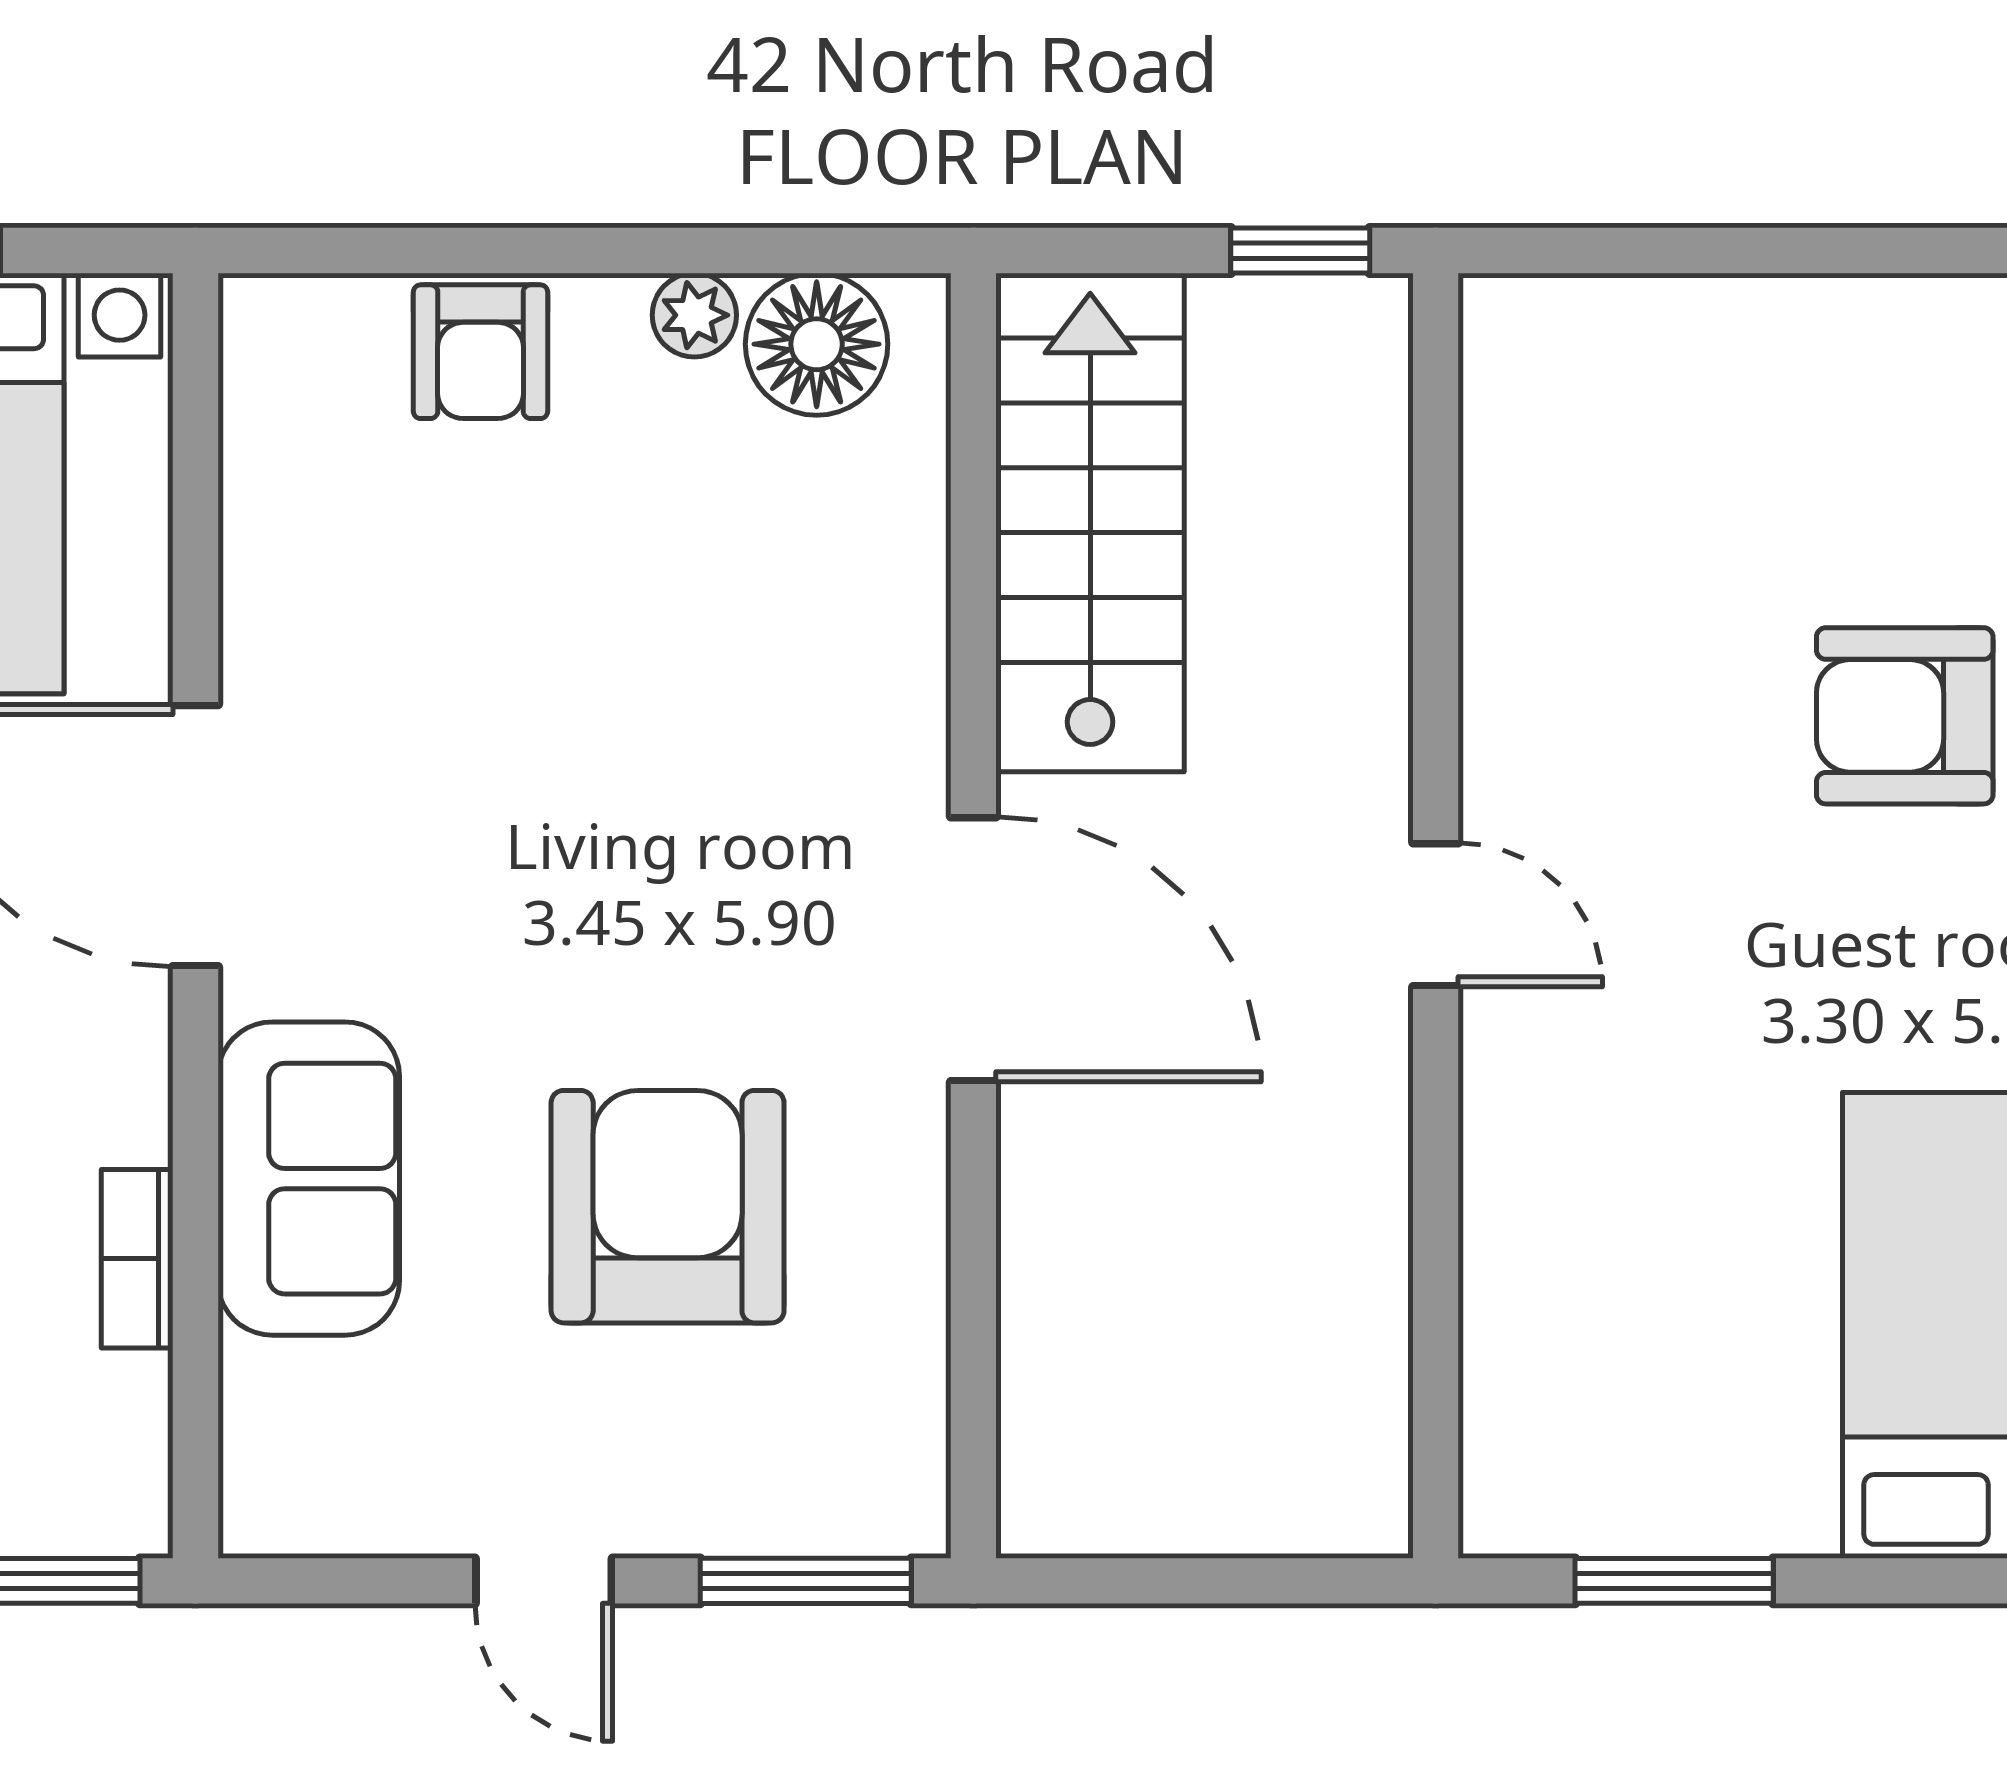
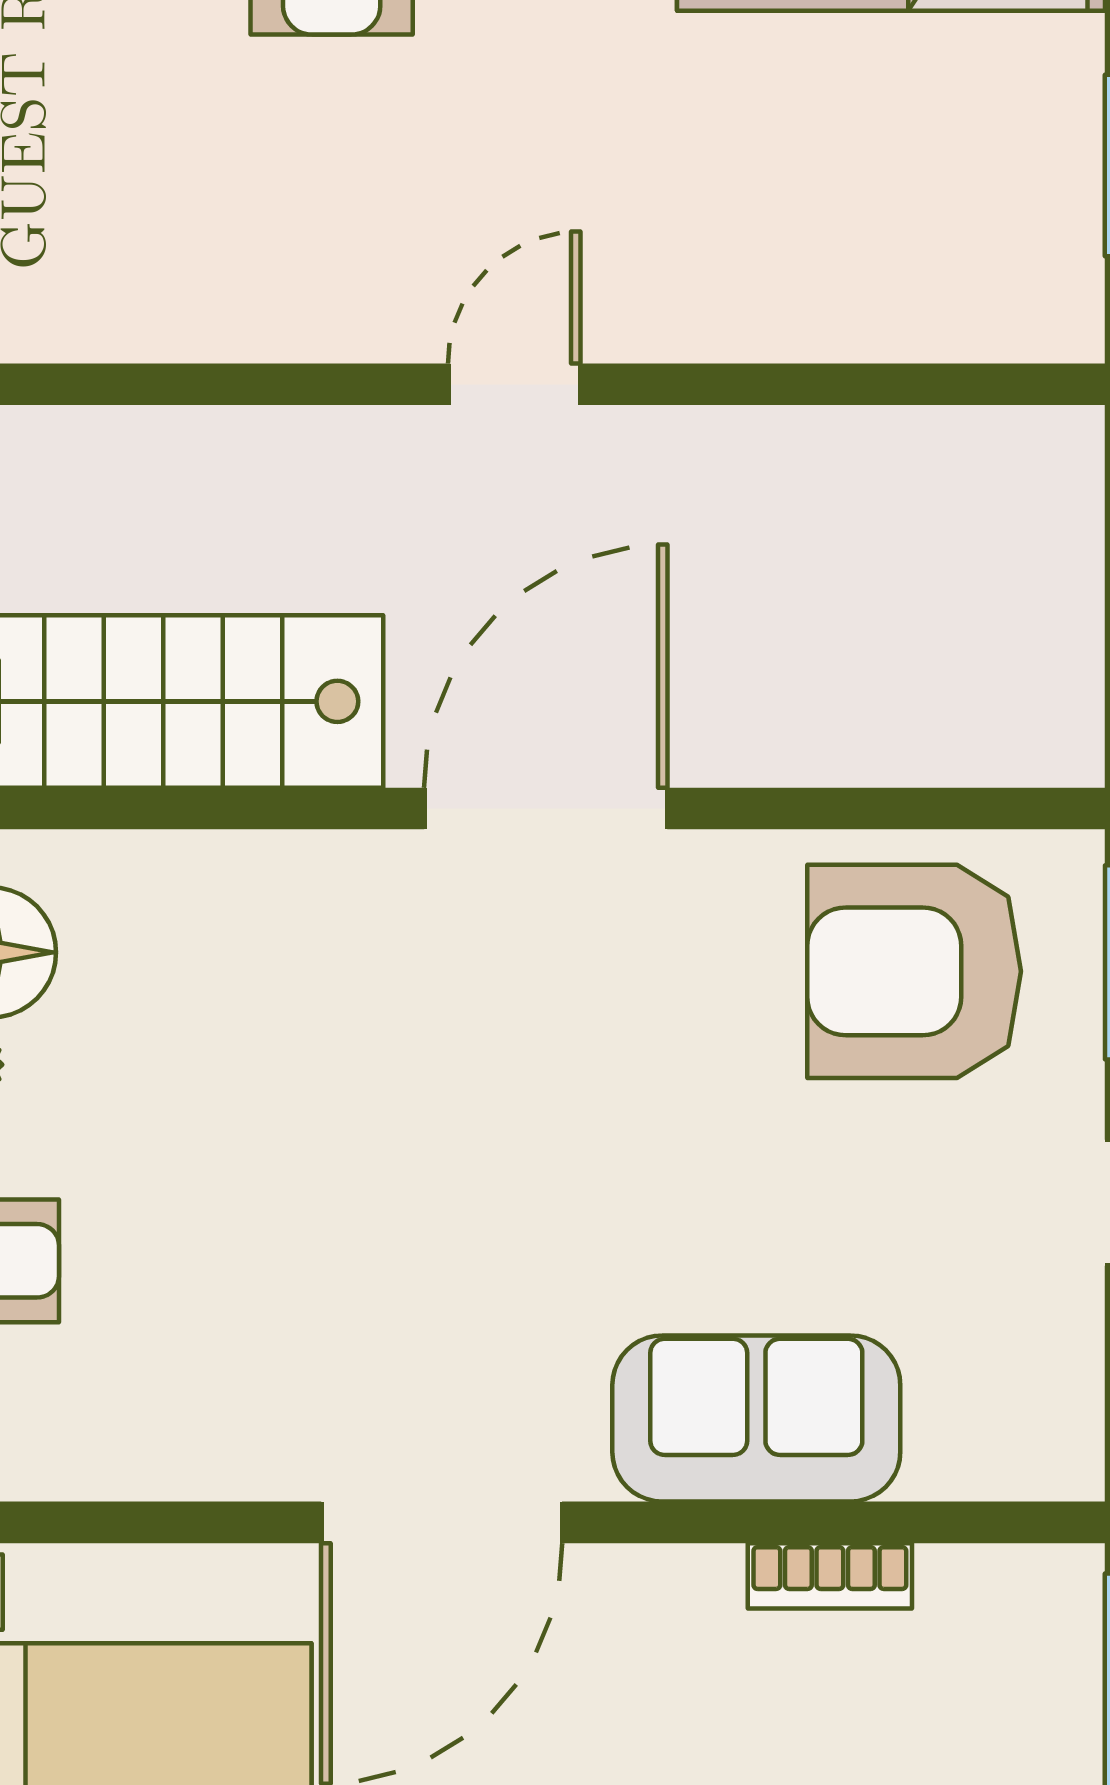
armchair: (668, 1207) -> (914, 971), moved

